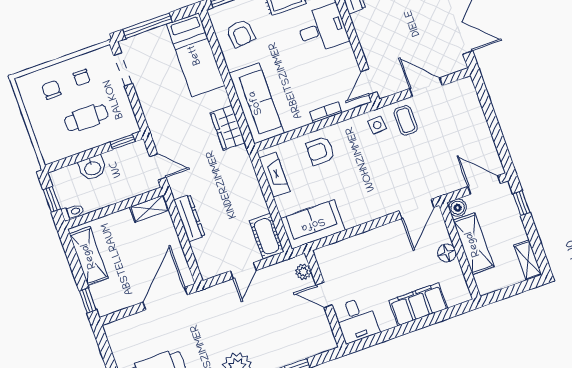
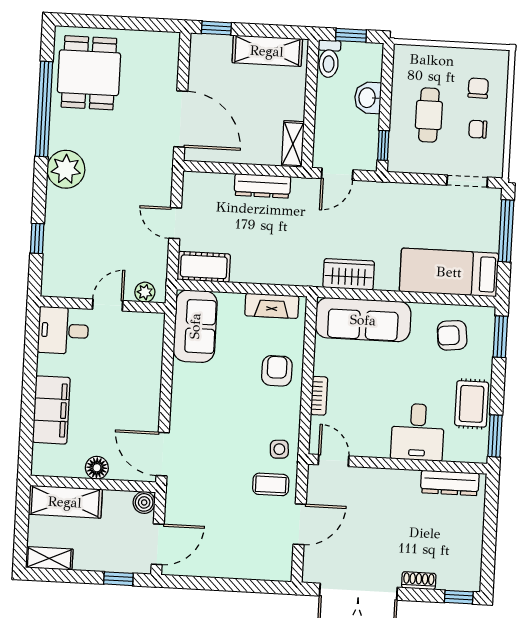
chair: (51, 90) -> (478, 88), turned -89
toilet: (73, 212) -> (329, 59), width x1.37, depth x1.39
shelving: (473, 244) -> (65, 502), moved

